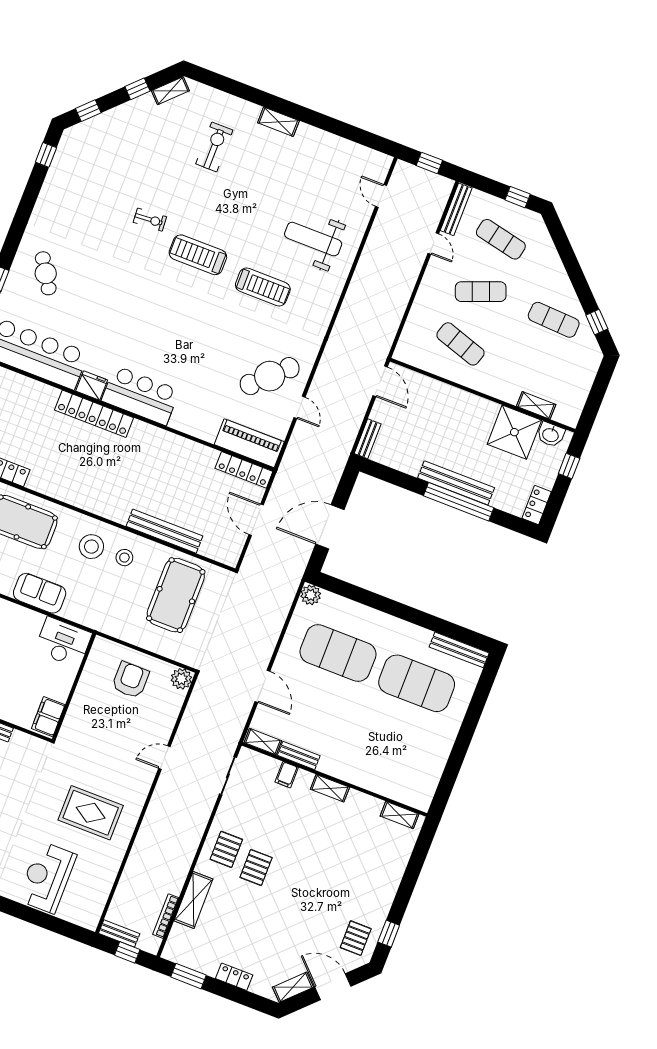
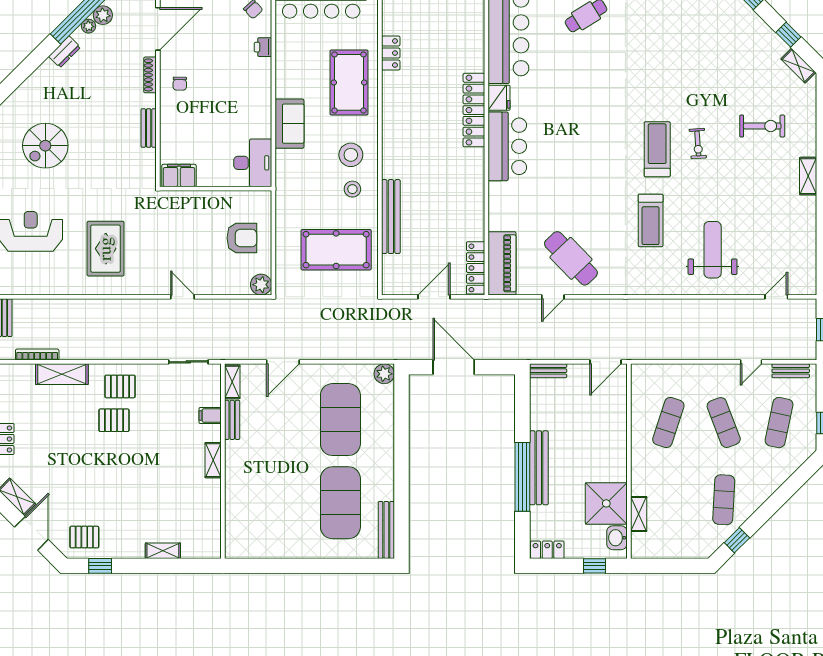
bench: (456, 209) -> (791, 371), width x0.73
exercise bike: (150, 220) -> (698, 144), moved
shelving: (400, 815) -> (163, 551), moved, turned 90

